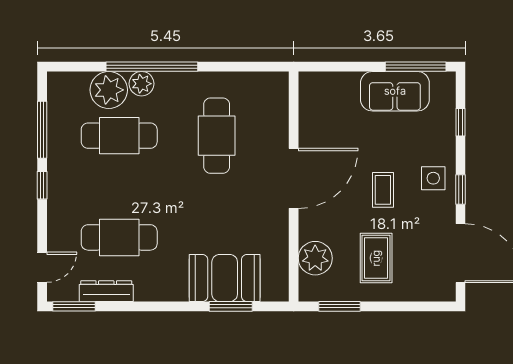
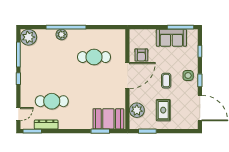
plant: (109, 90) -> (28, 37), moved
armchair: (325, 131) -> (141, 55), added
cafe table: (119, 136) -> (52, 57), removed
cafe table: (217, 136) -> (94, 57), turned 90
booth: (225, 278) -> (108, 119), moved

